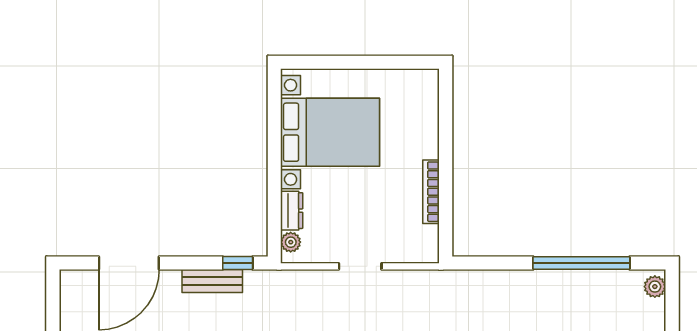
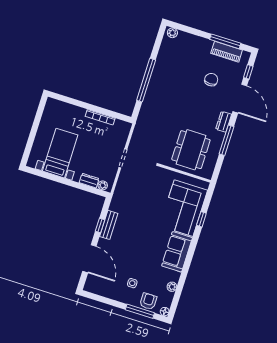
bed with nightstands: (330, 132) -> (60, 153), width x0.73
window: (238, 263) -> (100, 225), moved
window: (581, 263) -> (146, 80), moved

